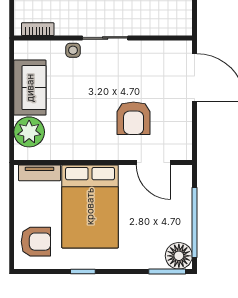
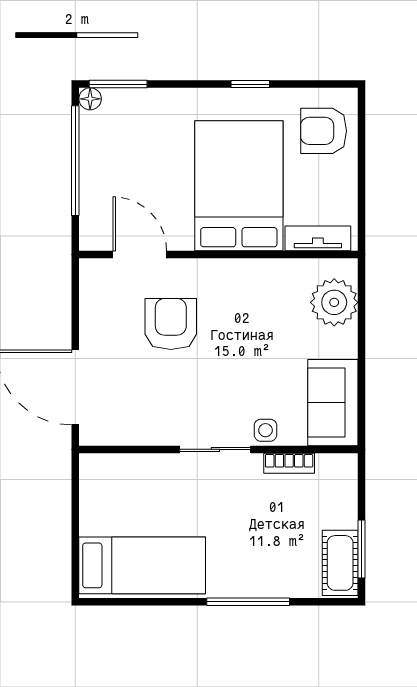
bookcase: (38, 29) -> (289, 463), moved
sofa: (30, 88) -> (333, 403), moved
floor lamp: (179, 256) -> (90, 99), width x0.53, depth x0.53

